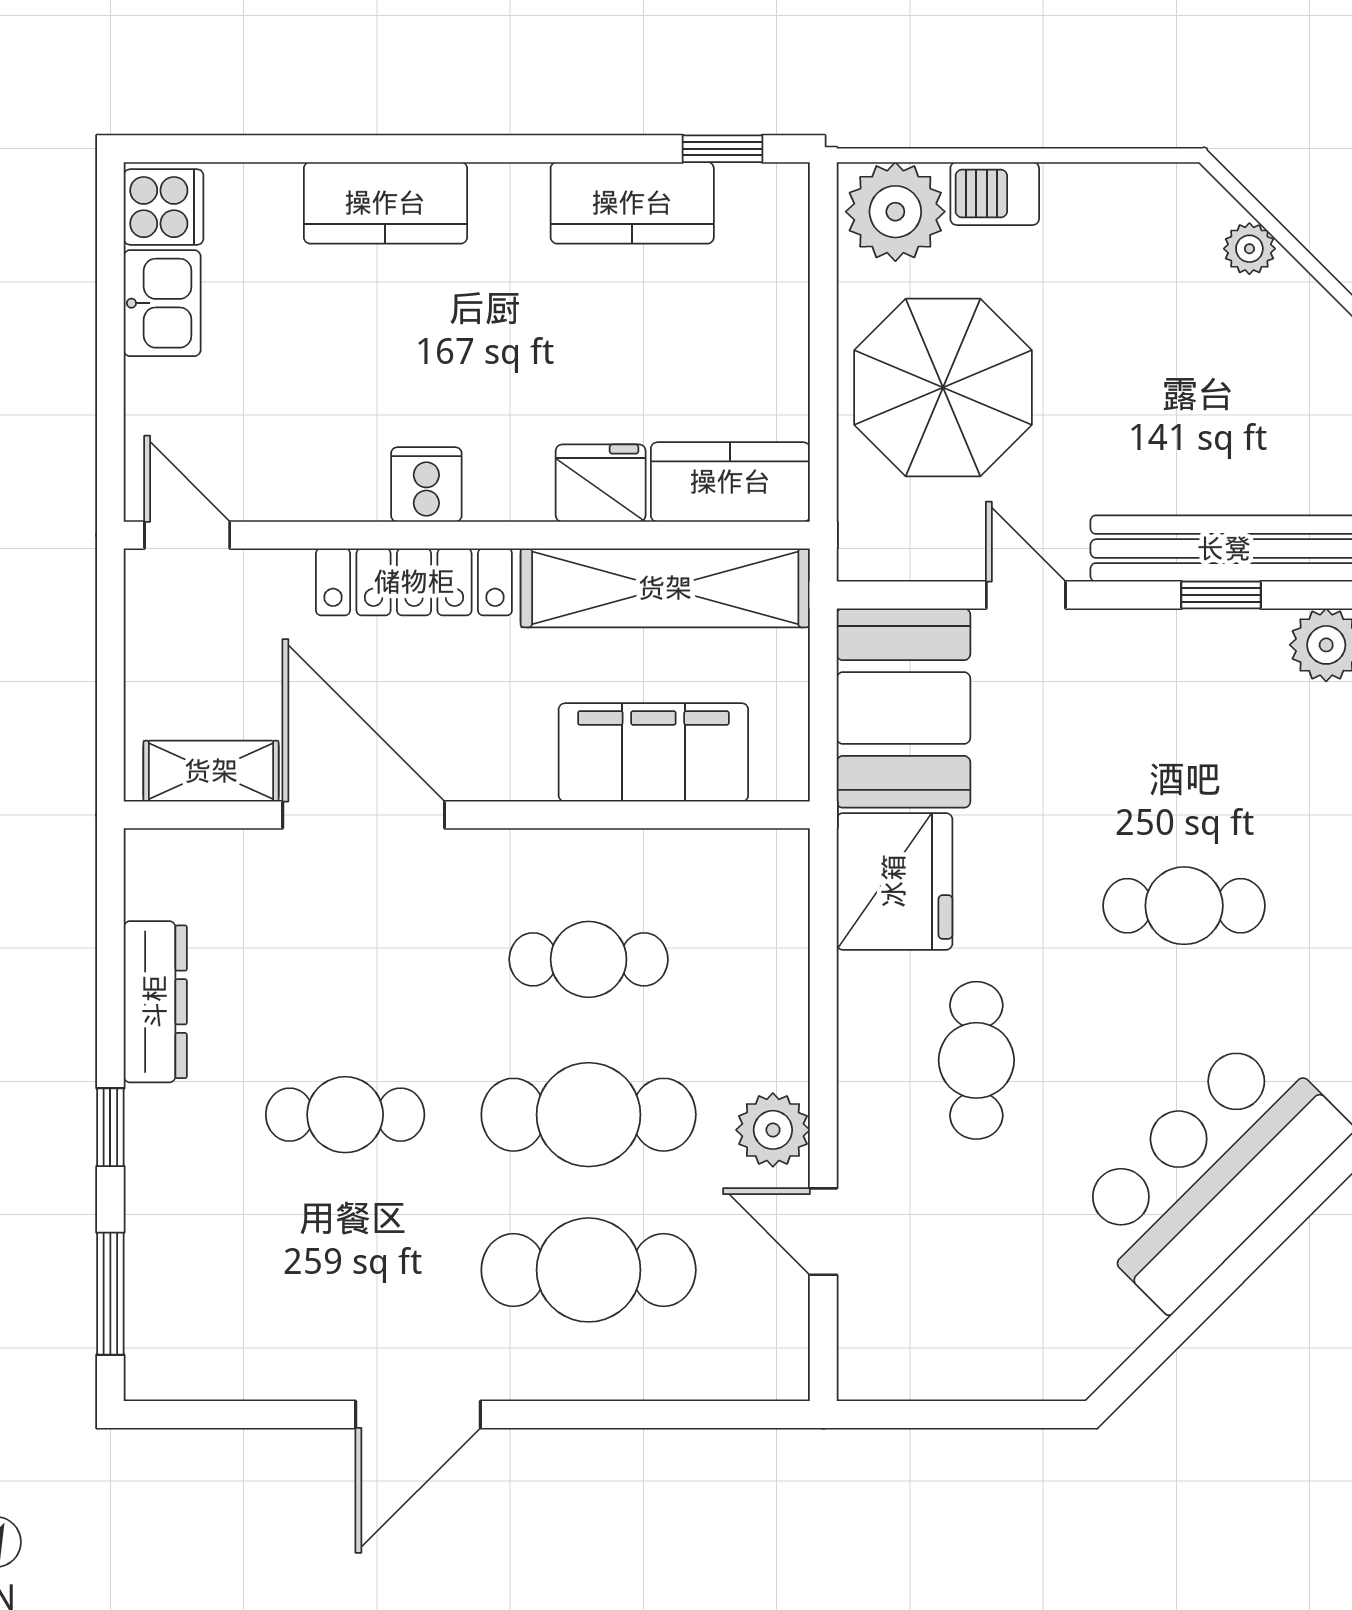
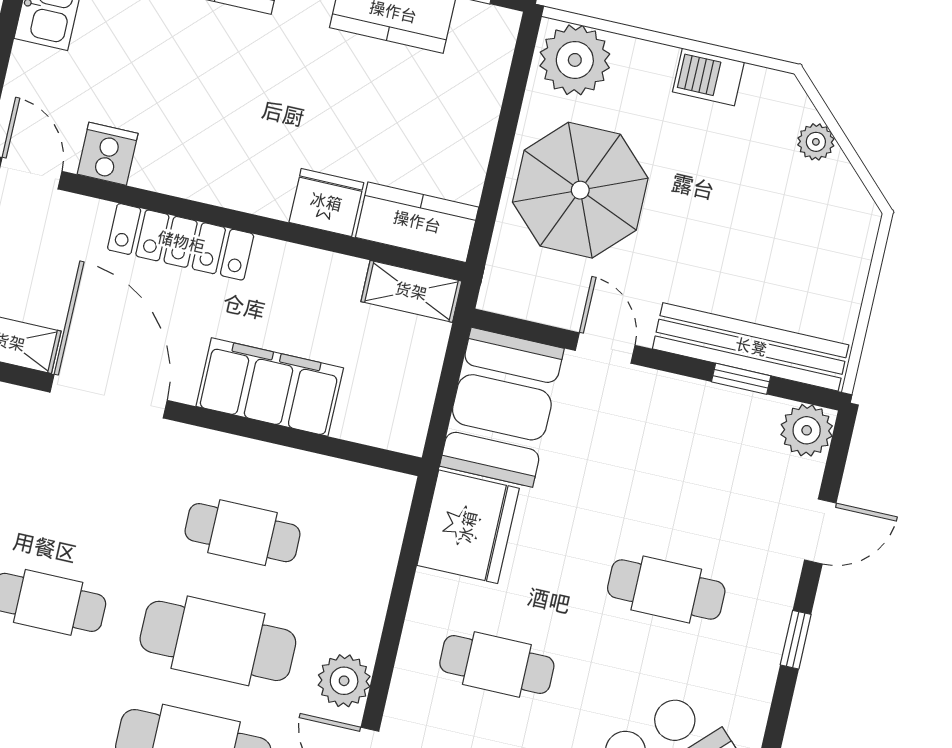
barbecue: (995, 194) -> (708, 77), moved
cooker: (426, 484) -> (108, 154), moved
shelving: (665, 588) -> (411, 291), width x0.45, depth x0.75
filing cabinet: (653, 752) -> (270, 387), moved
cafe table: (976, 1060) -> (497, 664), turned 90

